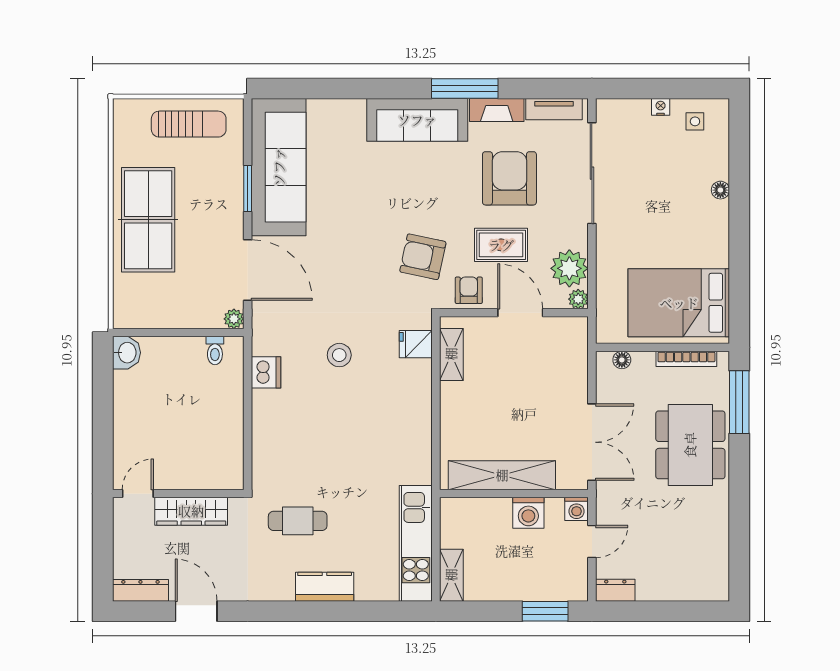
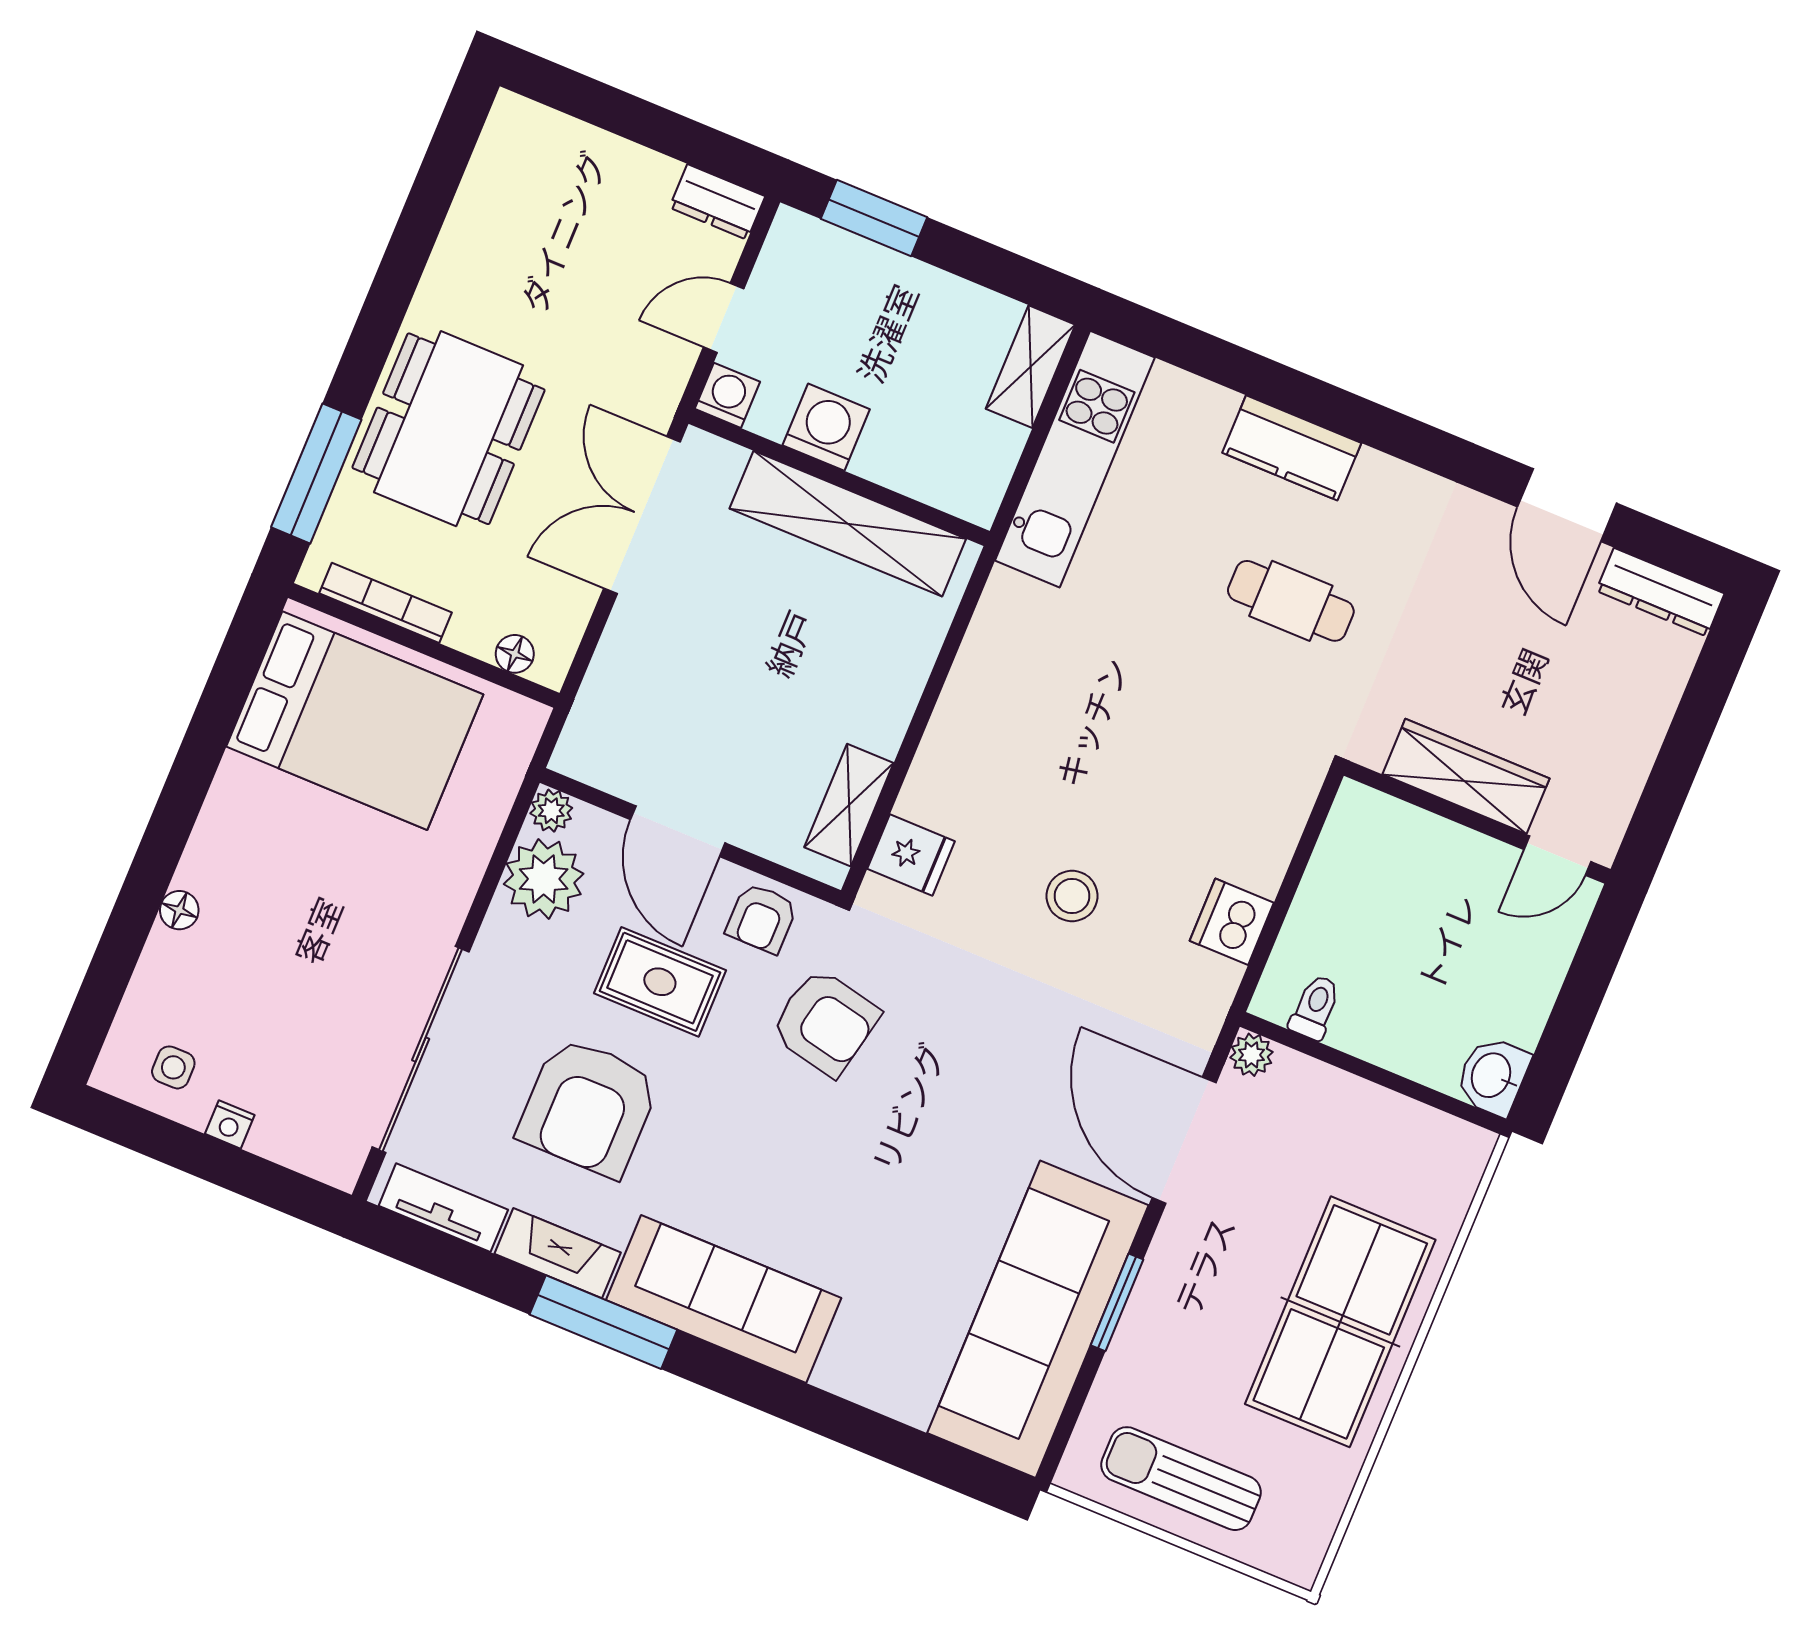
door: (138, 494) -> (1557, 856), moved
wall: (178, 494) -> (1477, 822), moved
wardrobe: (191, 511) -> (1466, 776), moved

